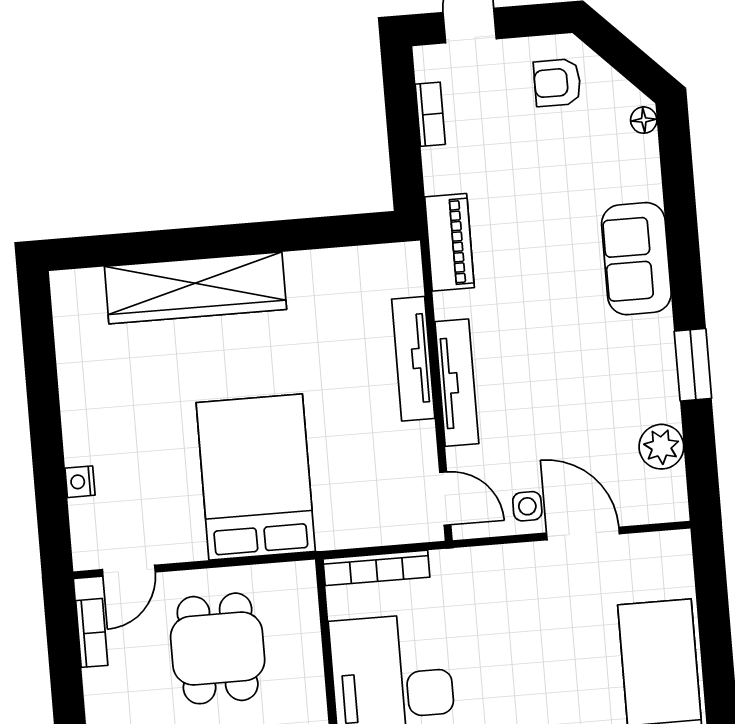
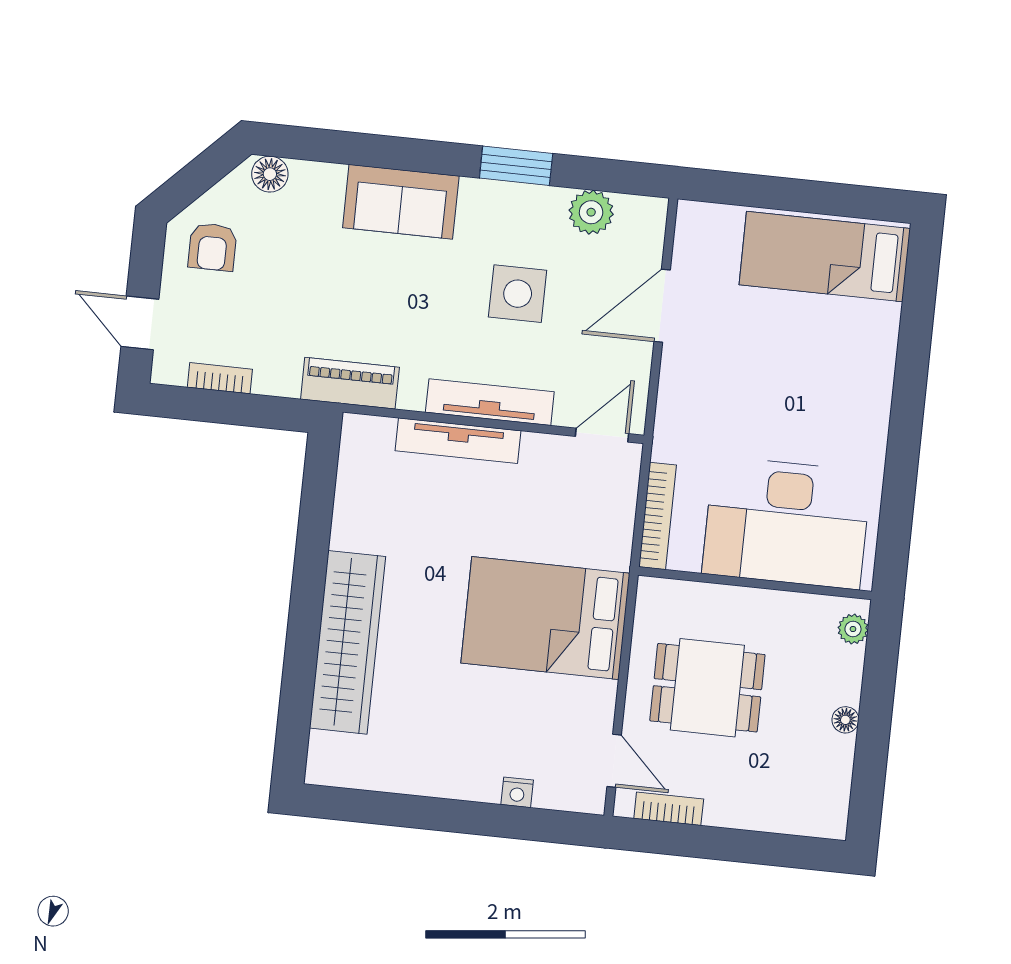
floor lamp: (644, 120) -> (270, 174), width x1.37, depth x1.37
side table: (527, 506) -> (518, 294), moved, width x1.87, depth x1.87

